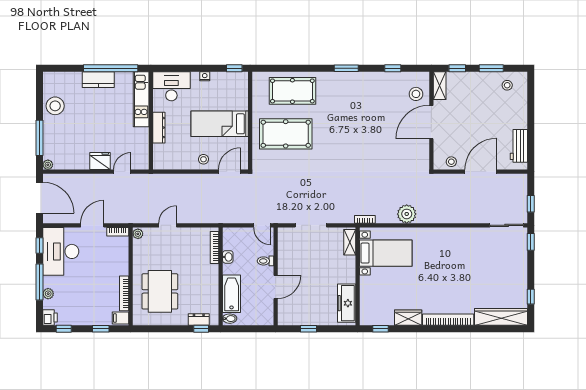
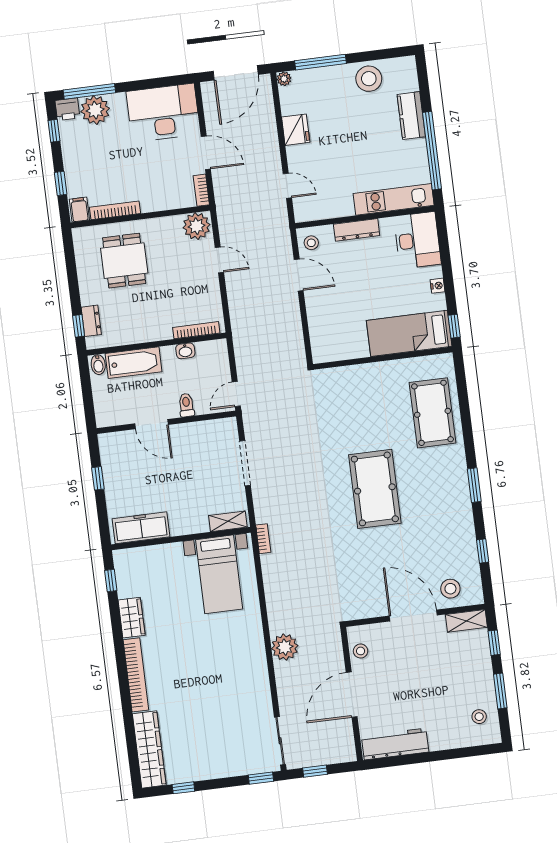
kitchen counter: (98, 80) -> (411, 116), moved
bed: (220, 124) -> (409, 333), moved, turned -90
pool table: (286, 134) -> (375, 489), moved
workbench: (519, 146) -> (395, 744), width x1.37
stool: (203, 159) -> (311, 243), moved
fridge: (100, 161) -> (296, 130), moved
door: (230, 172) -> (299, 275), moved
door: (481, 172) -> (352, 695), swing flipped
plant: (407, 214) -> (285, 647), moved
plant: (138, 234) -> (197, 226), width x1.88, depth x1.88
window: (39, 246) -> (168, 81), removed
window: (39, 282) -> (89, 91), moved
dining table: (160, 291) -> (124, 261), width x0.73
plant: (48, 294) -> (95, 110), width x1.88, depth x1.88

